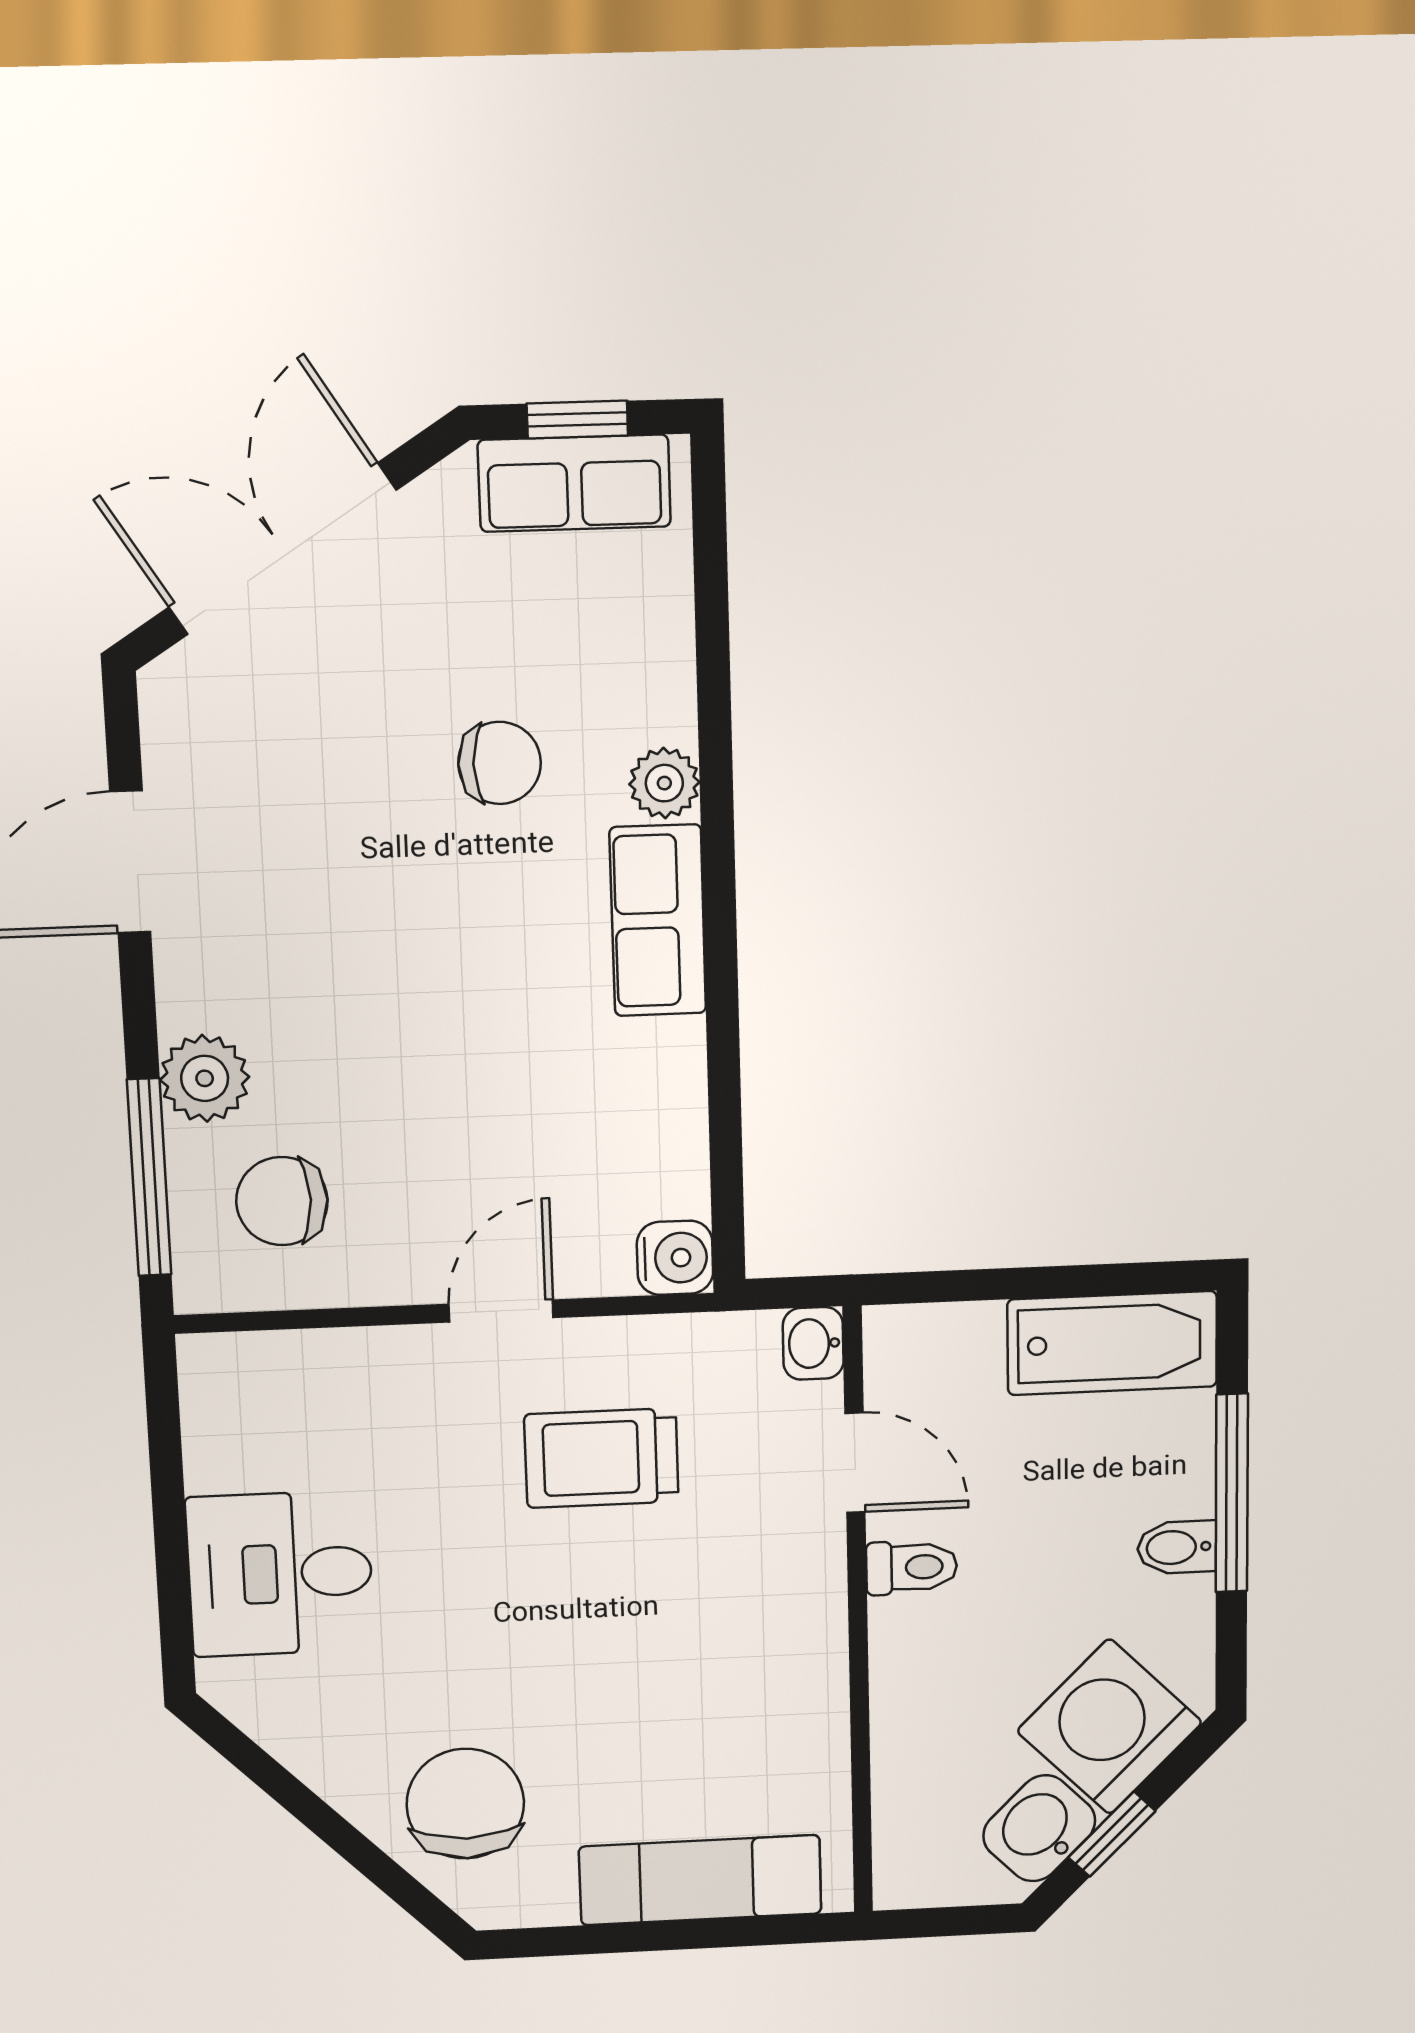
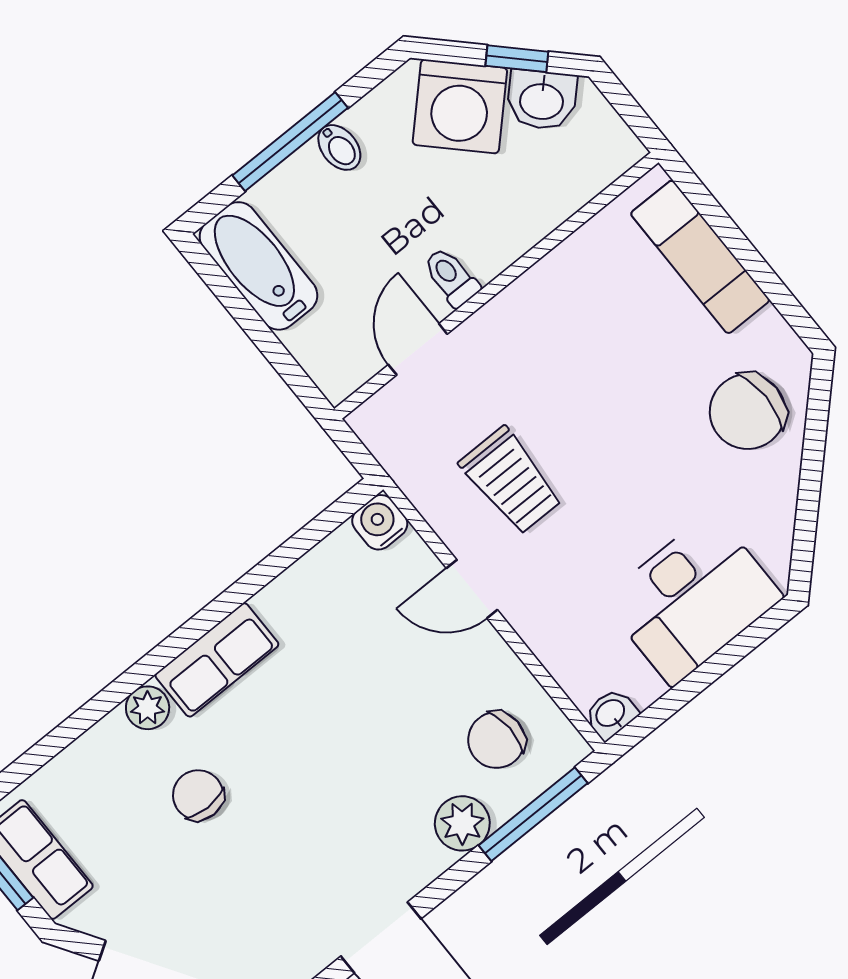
chair: (282, 1201) -> (496, 740), turned 88
washbasin: (813, 1343) -> (611, 714), moved, turned 180
desk: (280, 1574) -> (692, 599), width x1.37

